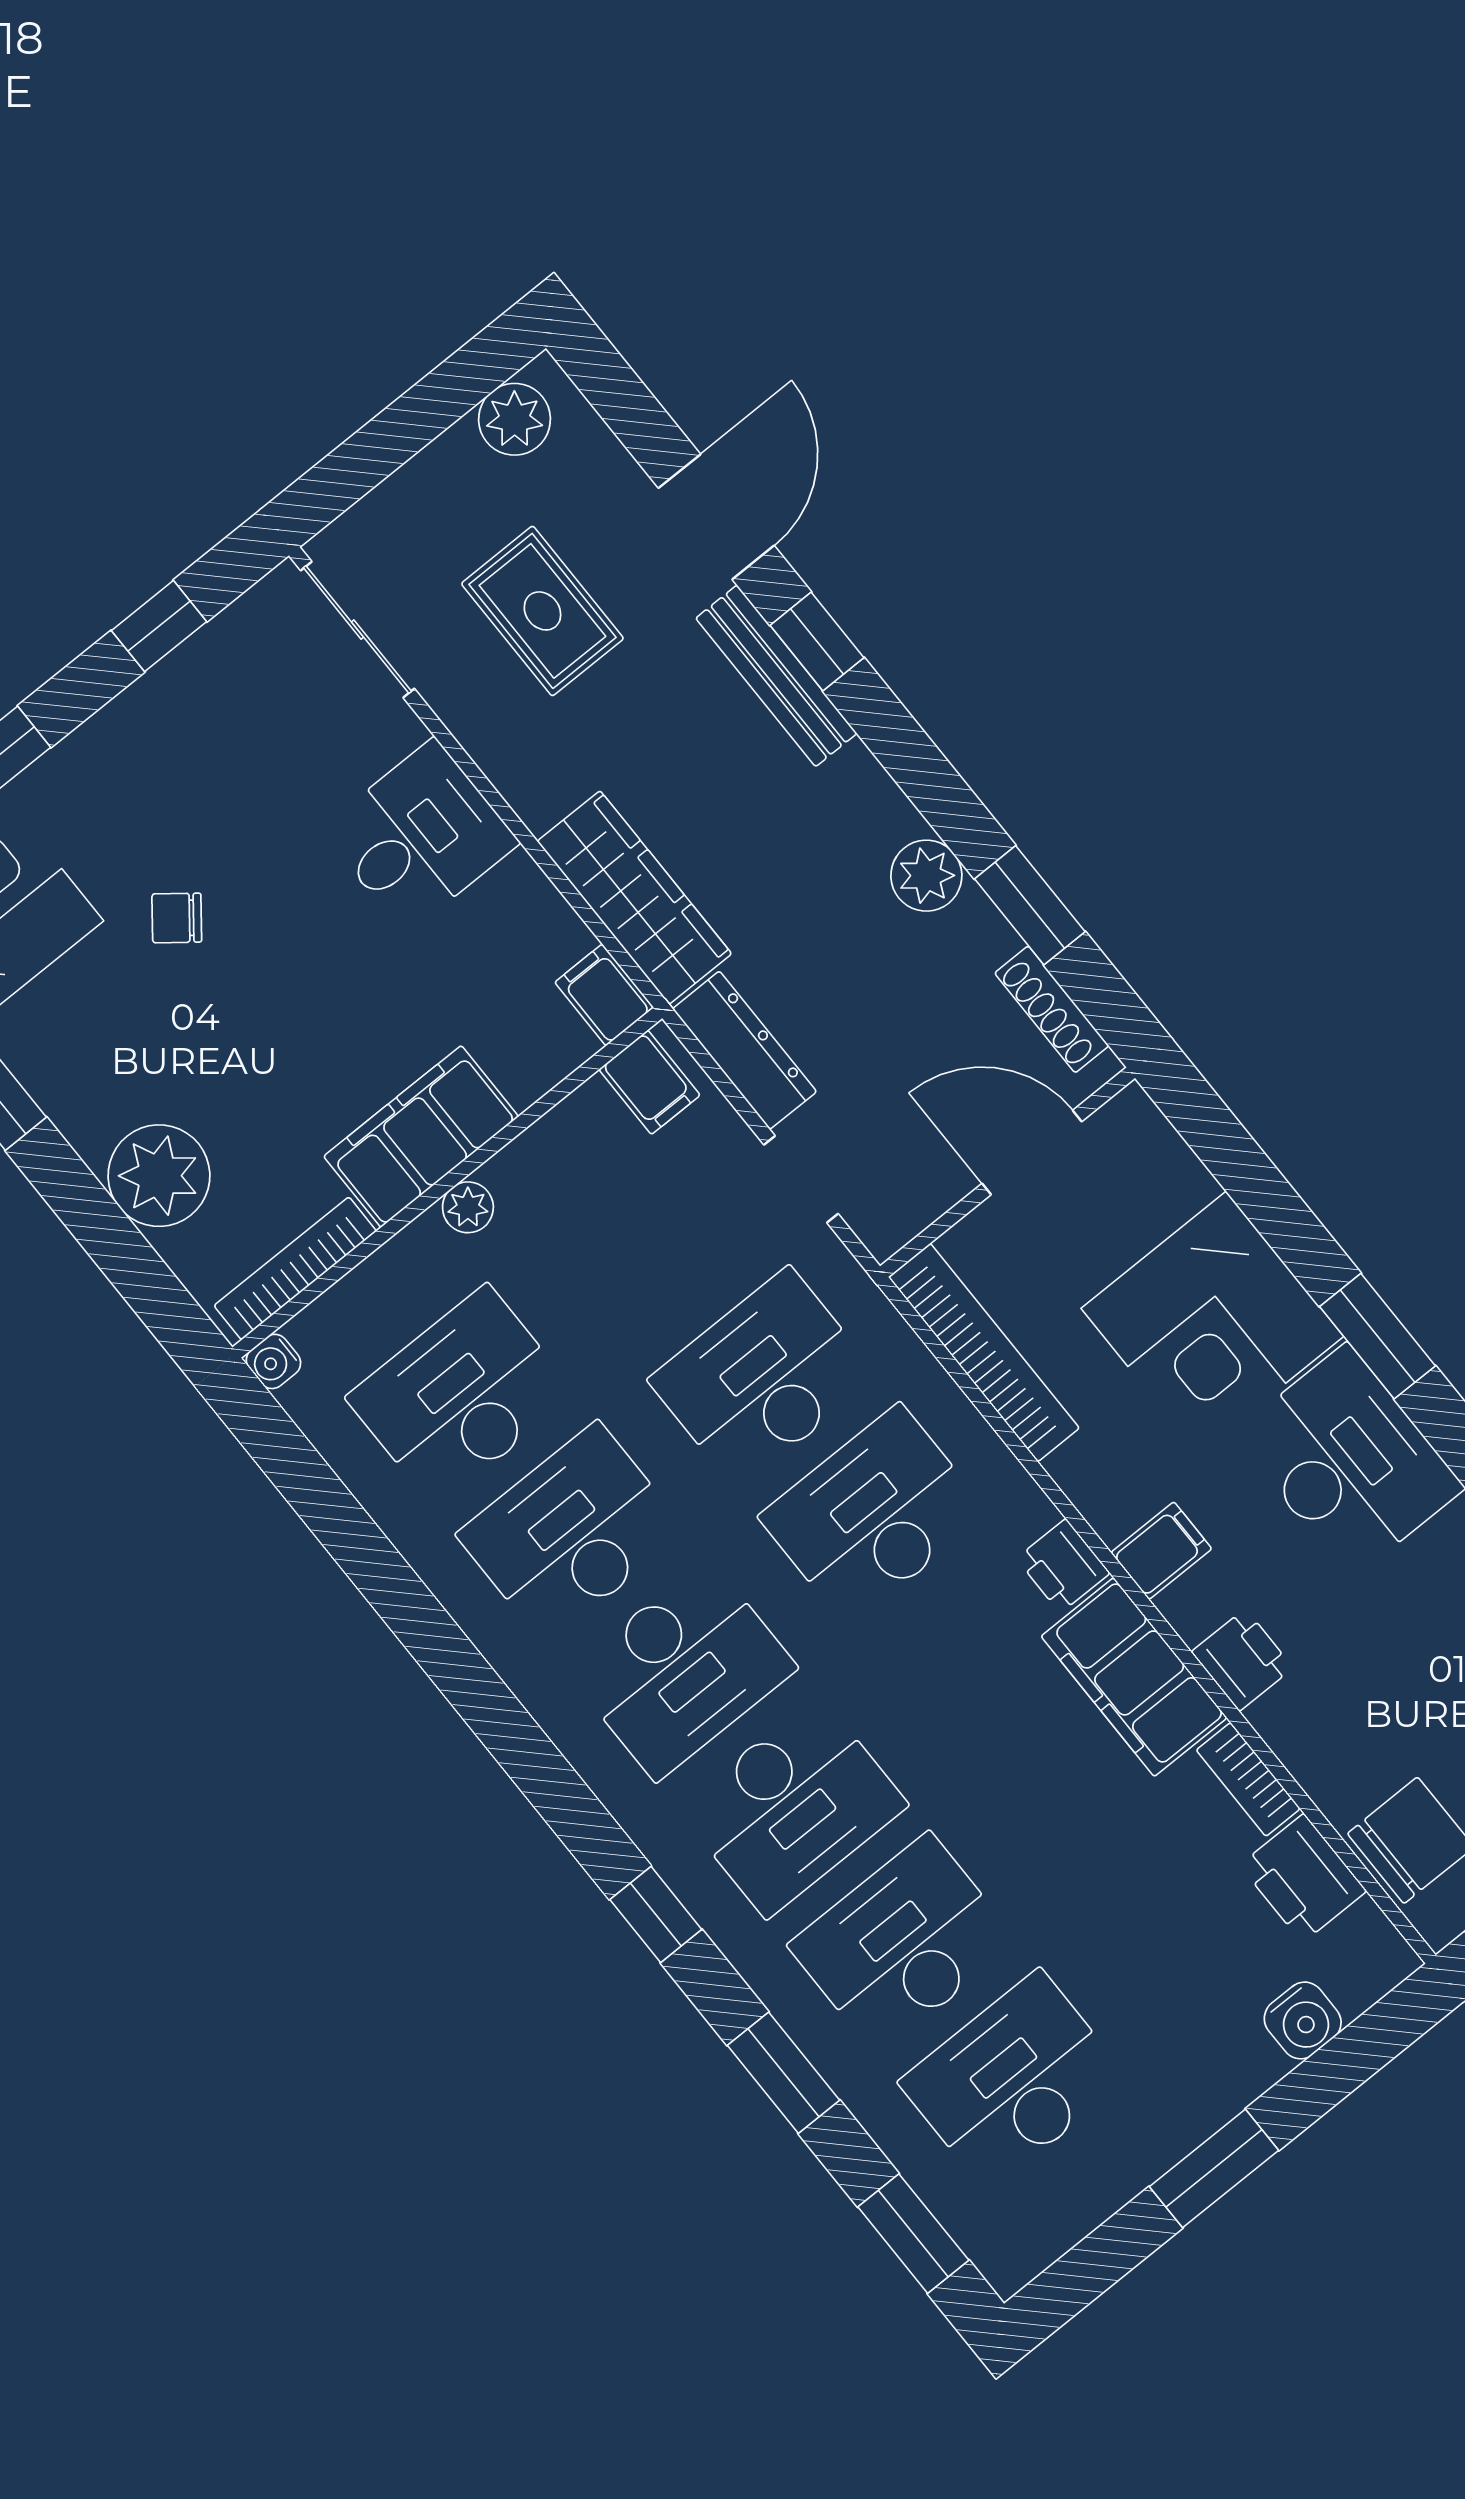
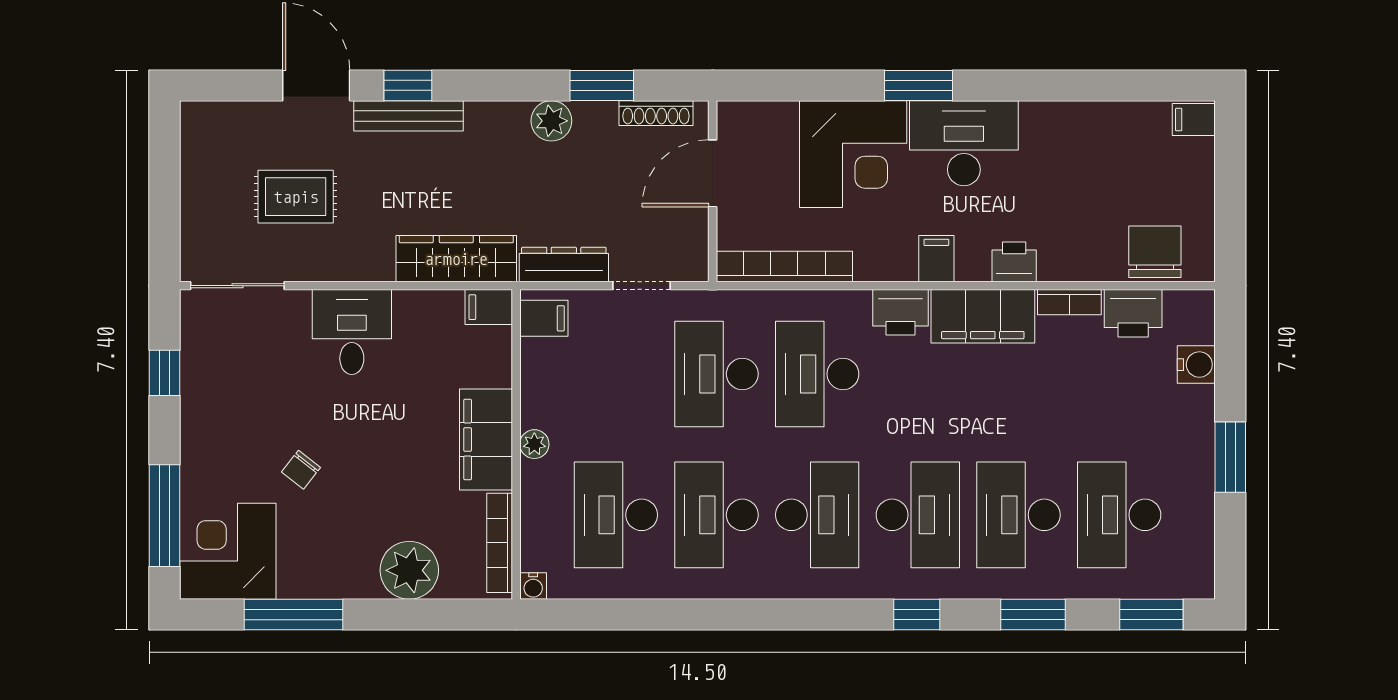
plant: (515, 419) -> (200, 140), removed
printer: (1063, 1566) -> (900, 312), width x1.36, depth x1.24

